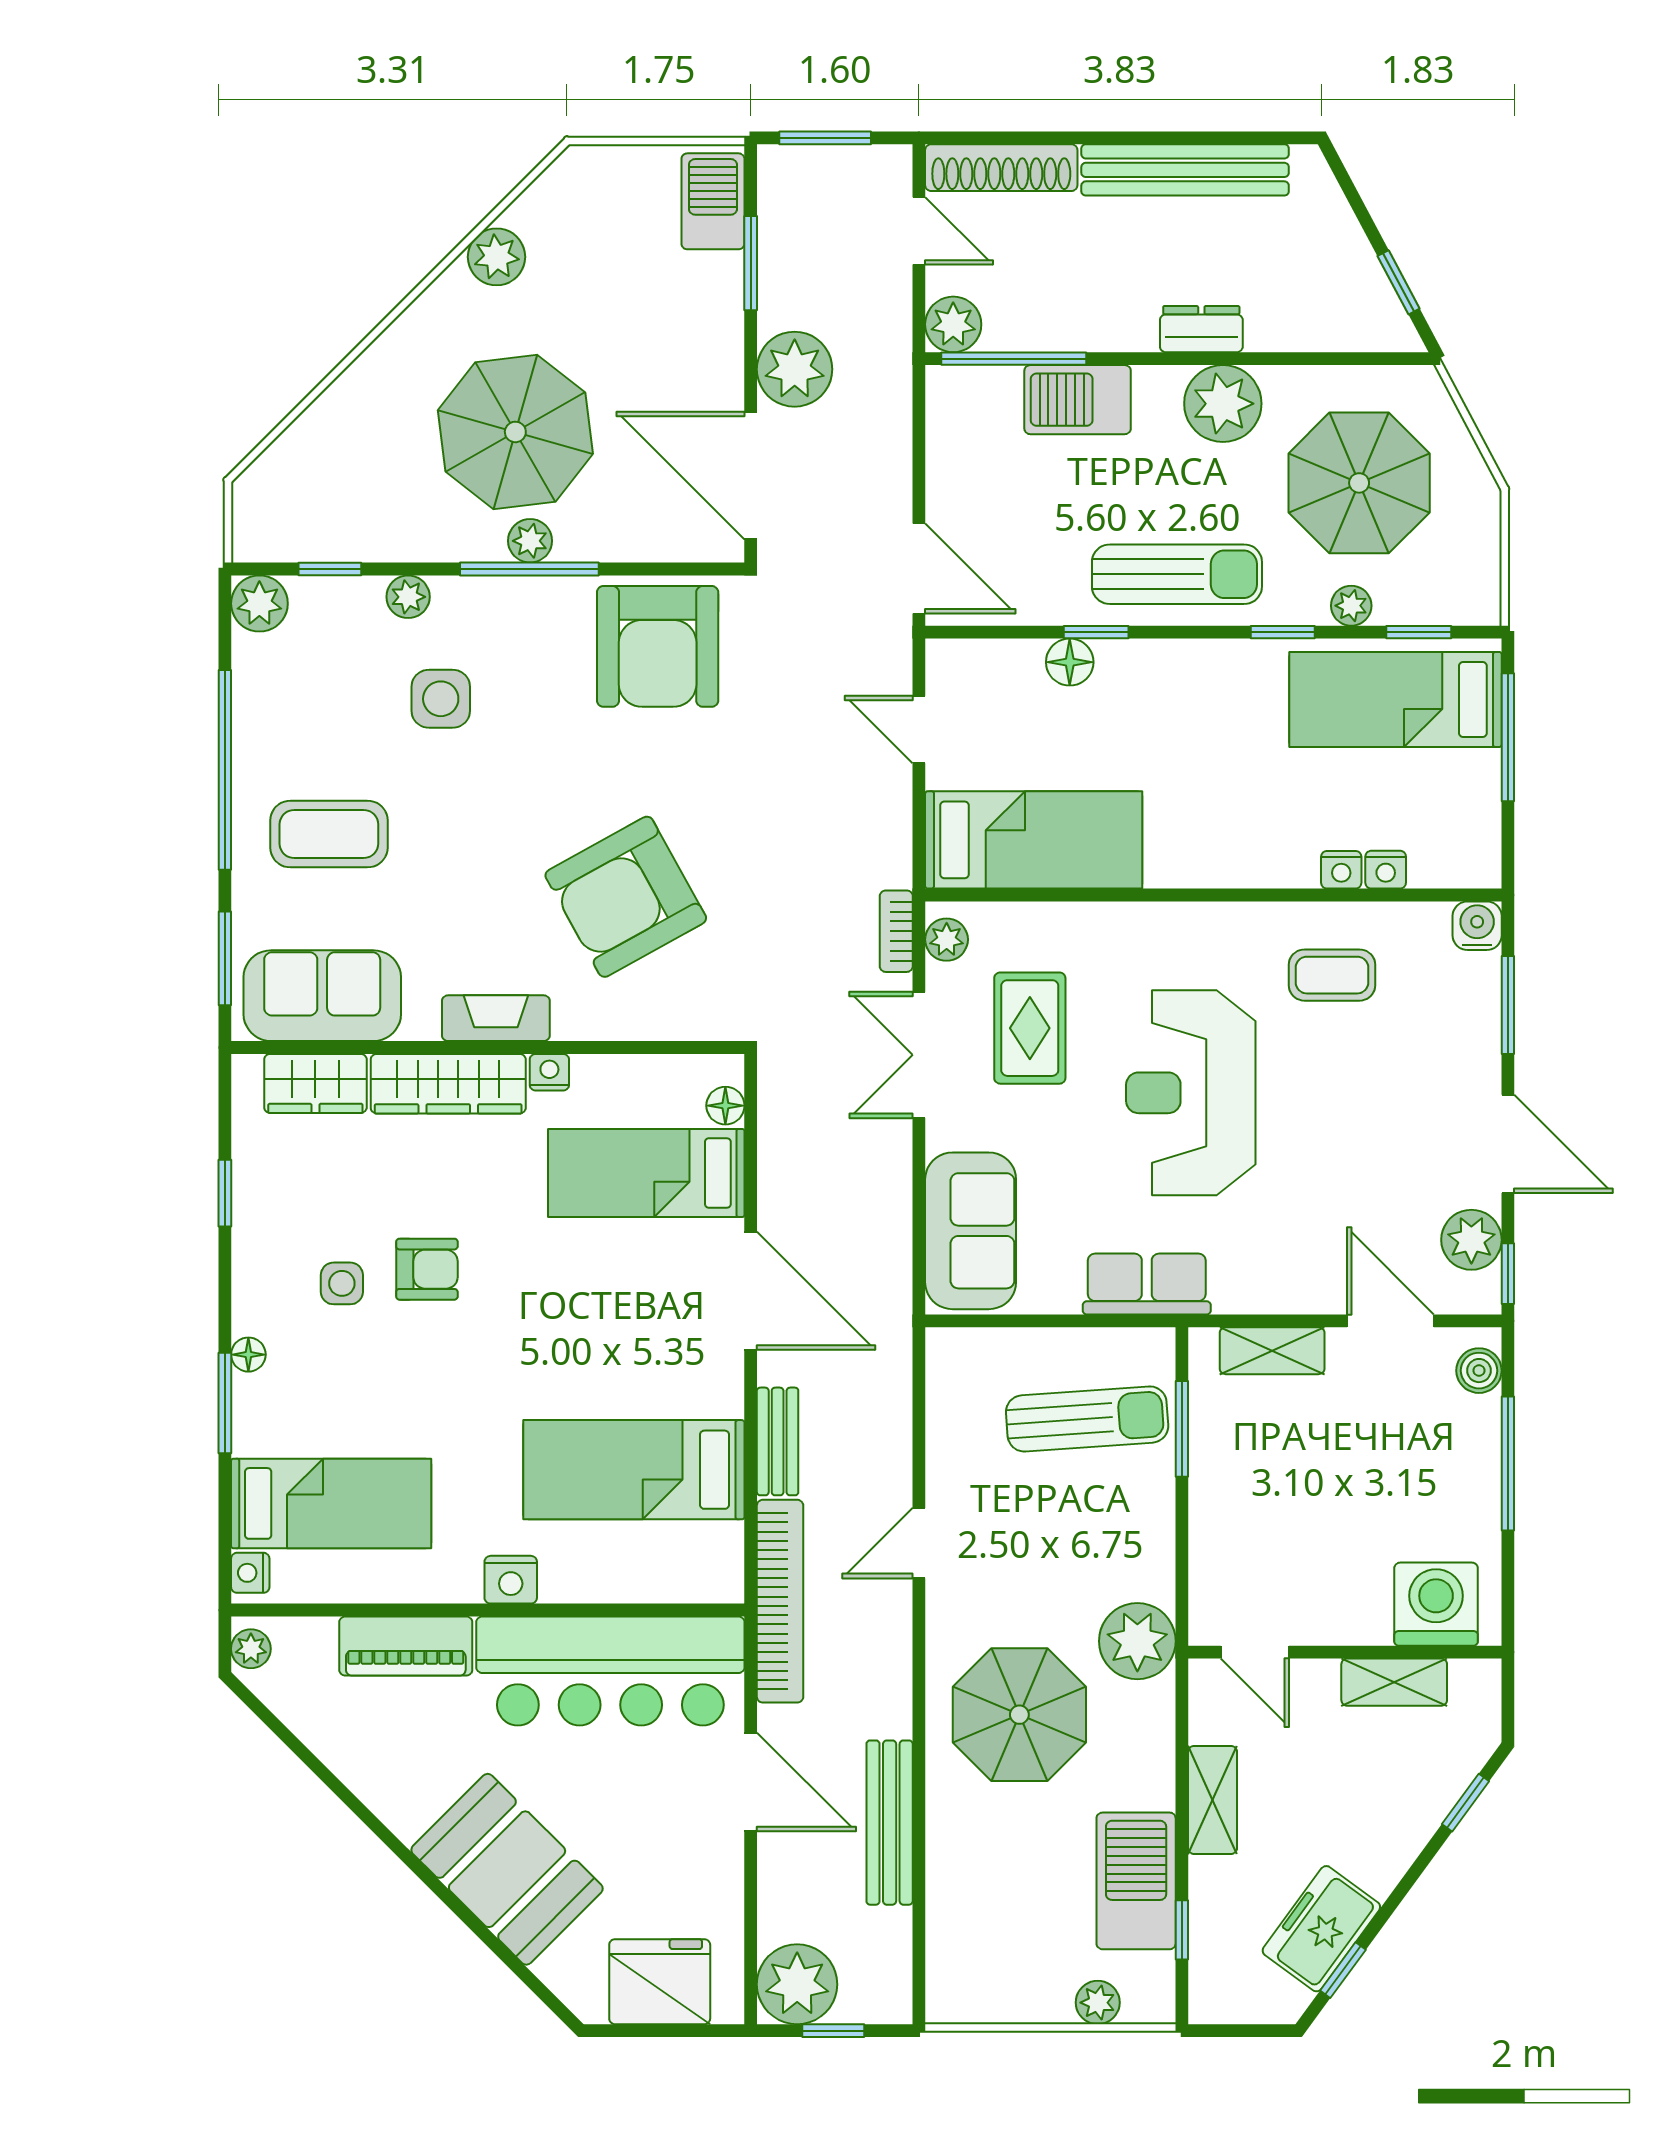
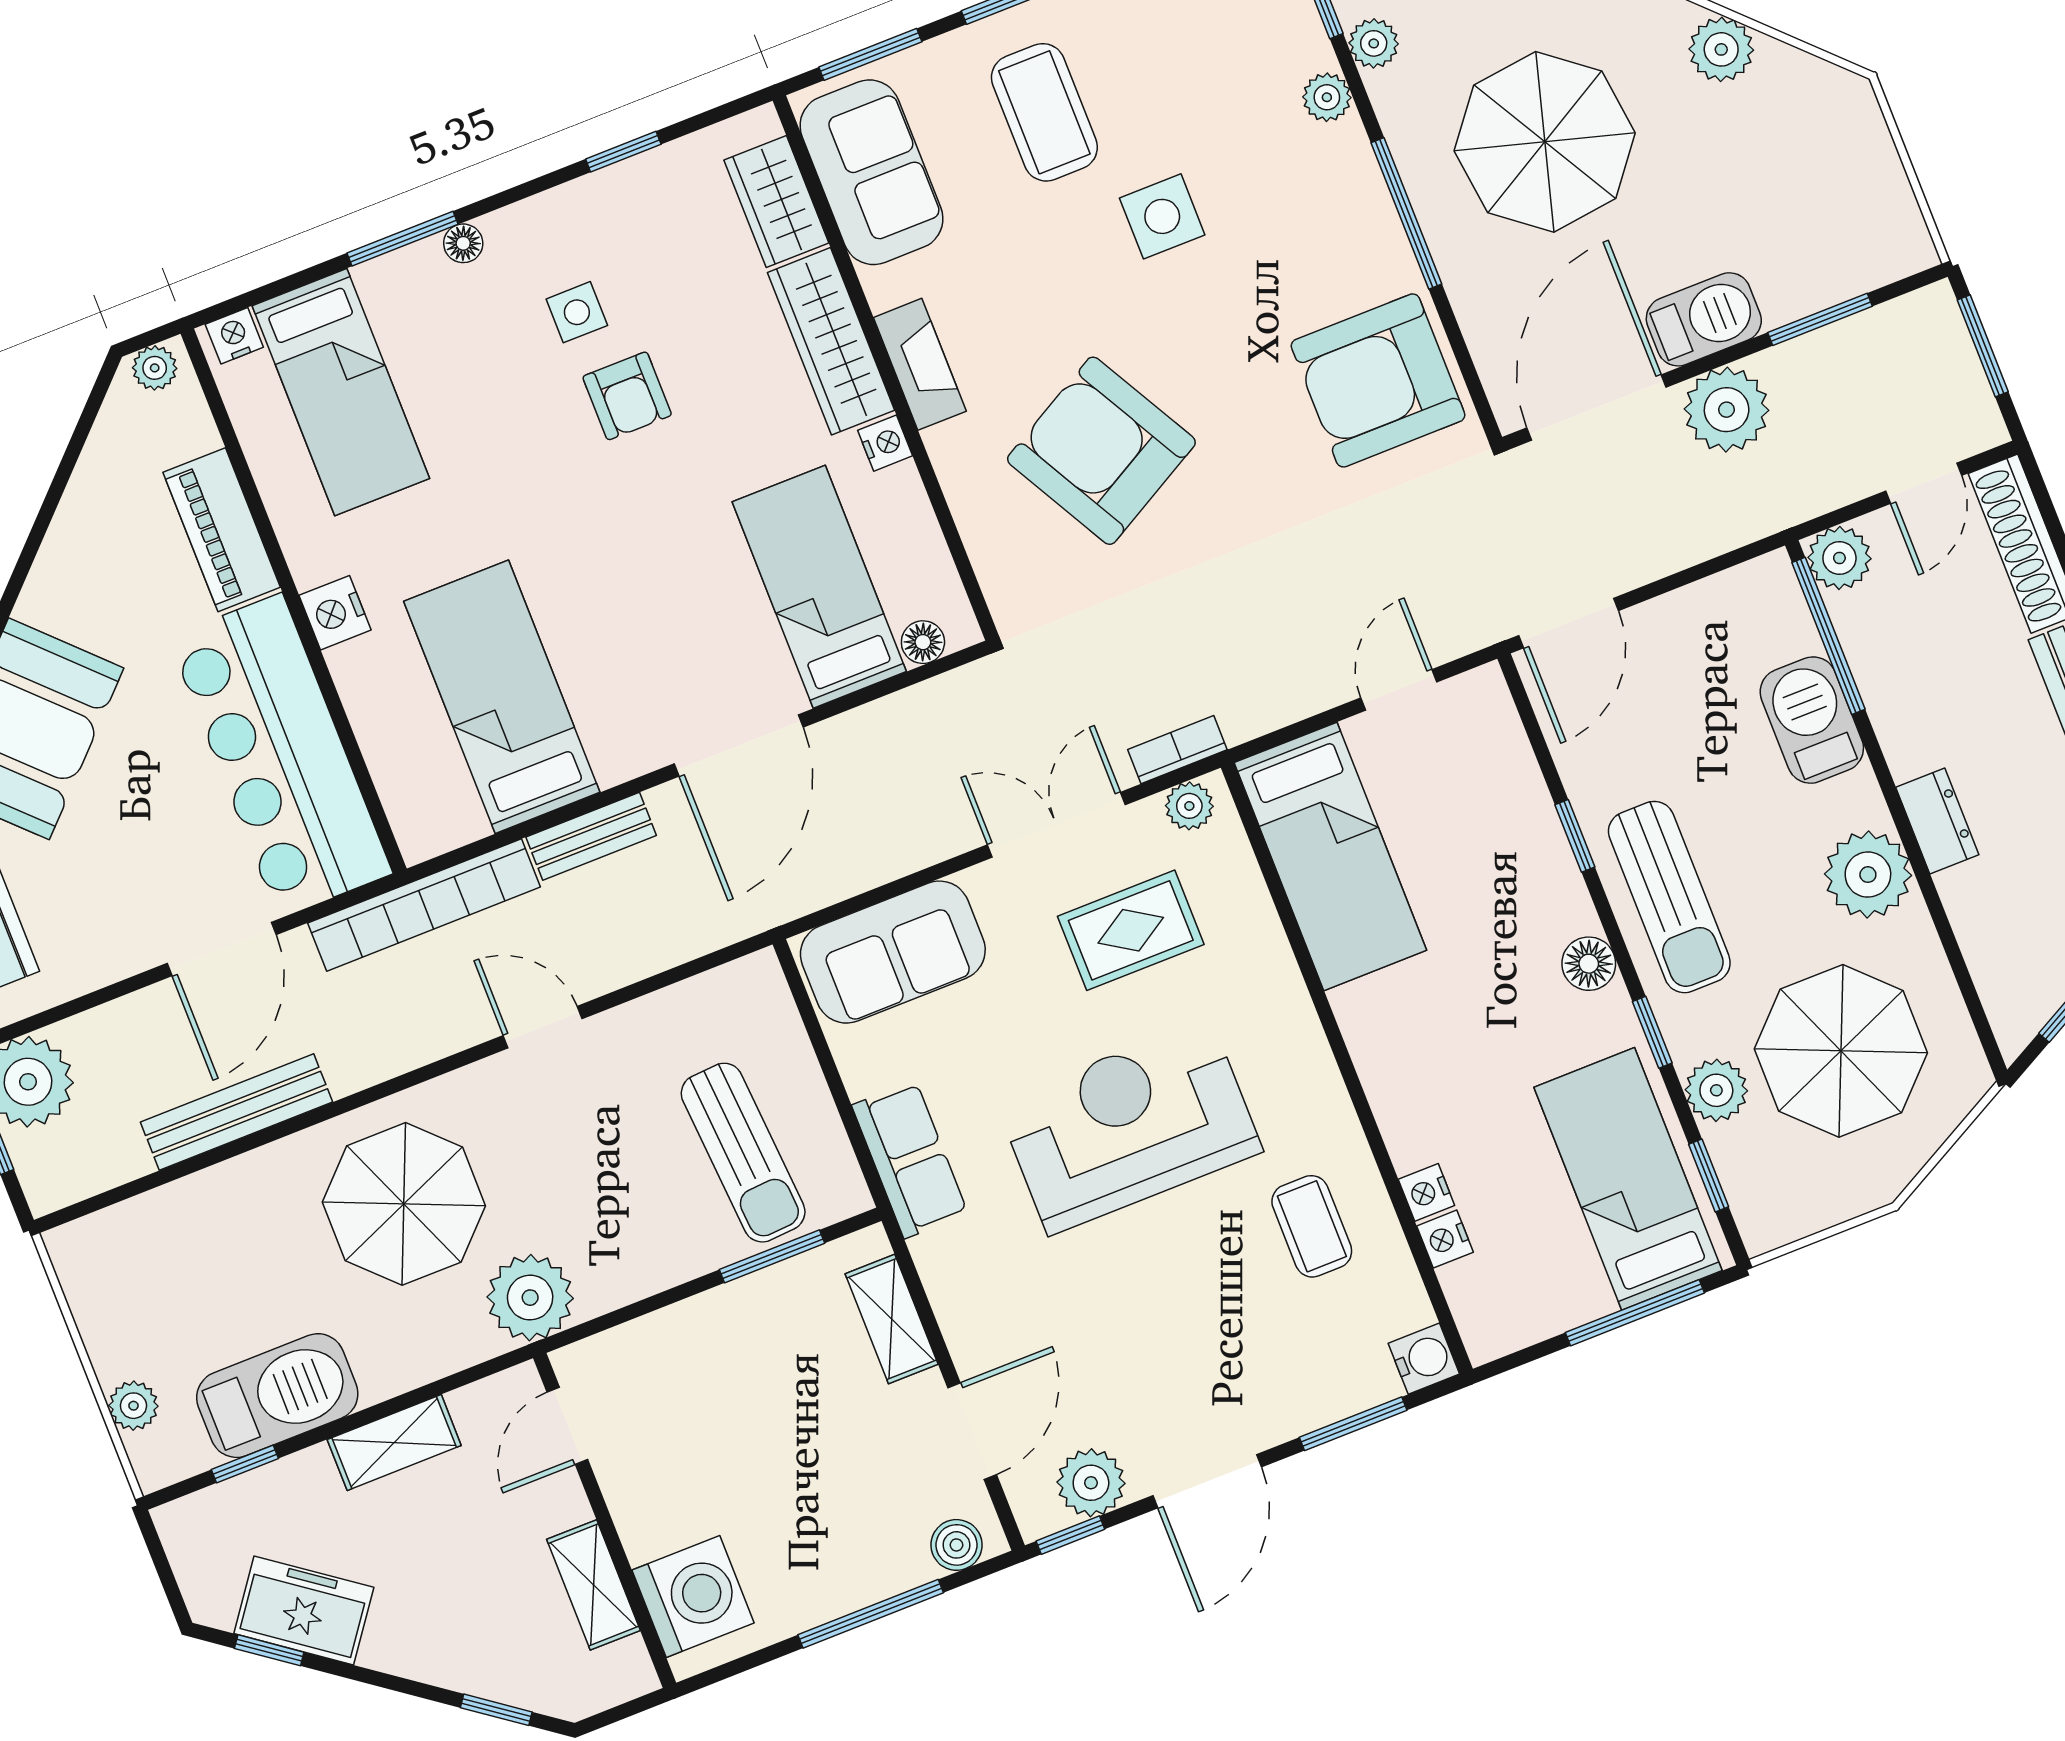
barbecue: (713, 201) -> (1704, 319), moved
plant: (530, 541) -> (1374, 43), moved
plant: (1351, 606) -> (1716, 1090), width x1.38, depth x1.38
floor lamp: (1070, 662) -> (1589, 964), moved
side table: (441, 699) -> (1162, 216), moved

